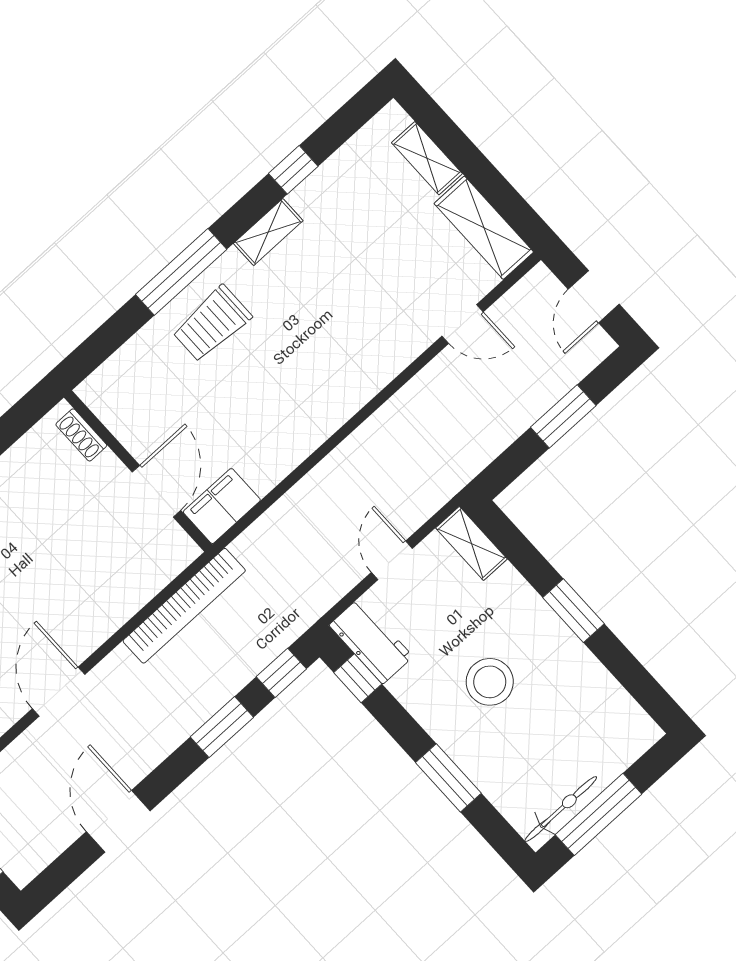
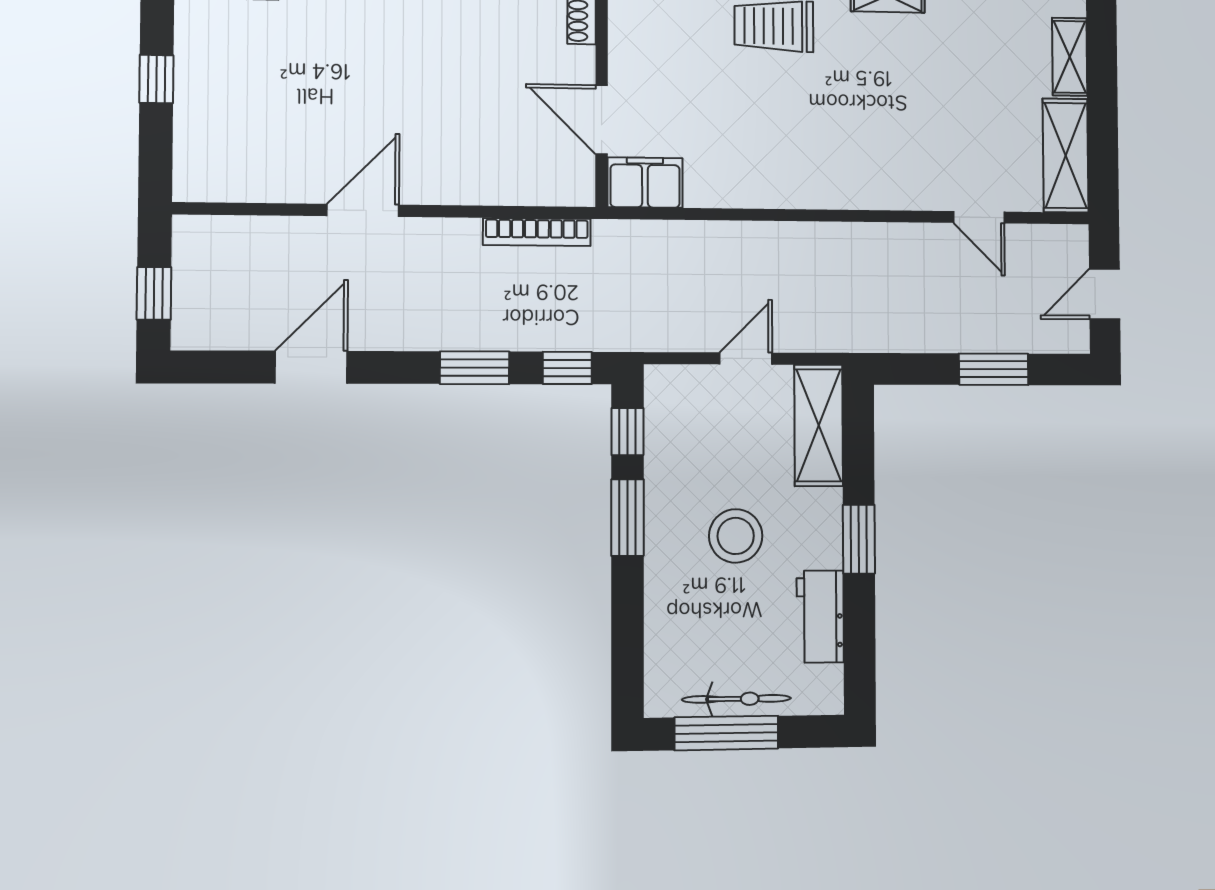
door: (156, 491) -> (602, 120), swing flipped
shelving: (471, 543) -> (819, 425), width x1.50, depth x1.33
bookcase: (184, 606) -> (537, 232), width x0.68, depth x0.76
workbench: (371, 641) -> (820, 617), moved, turned 180
window: (448, 778) -> (628, 518), moved
bicycle: (561, 809) -> (737, 699), moved

